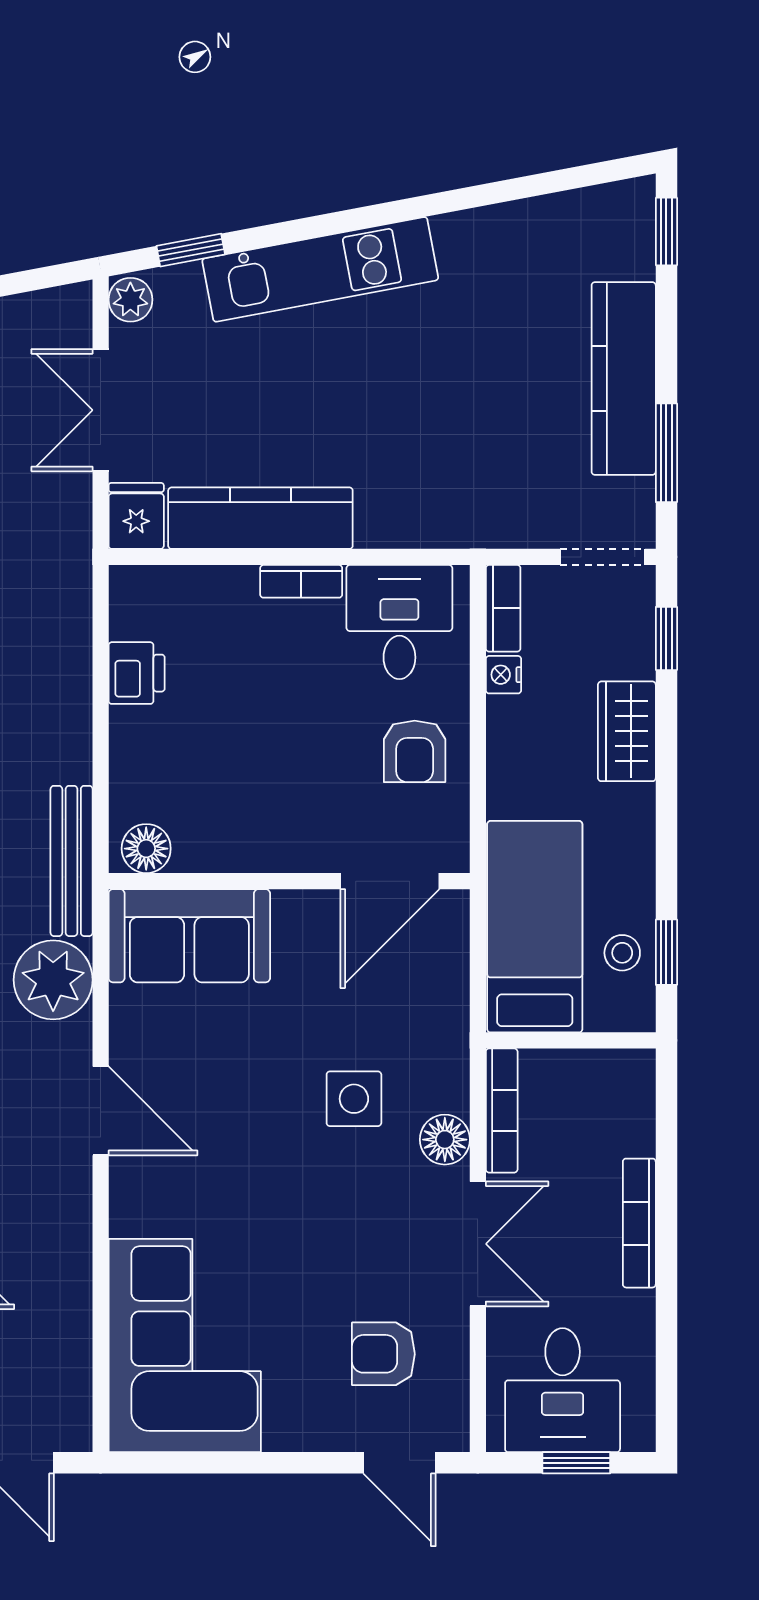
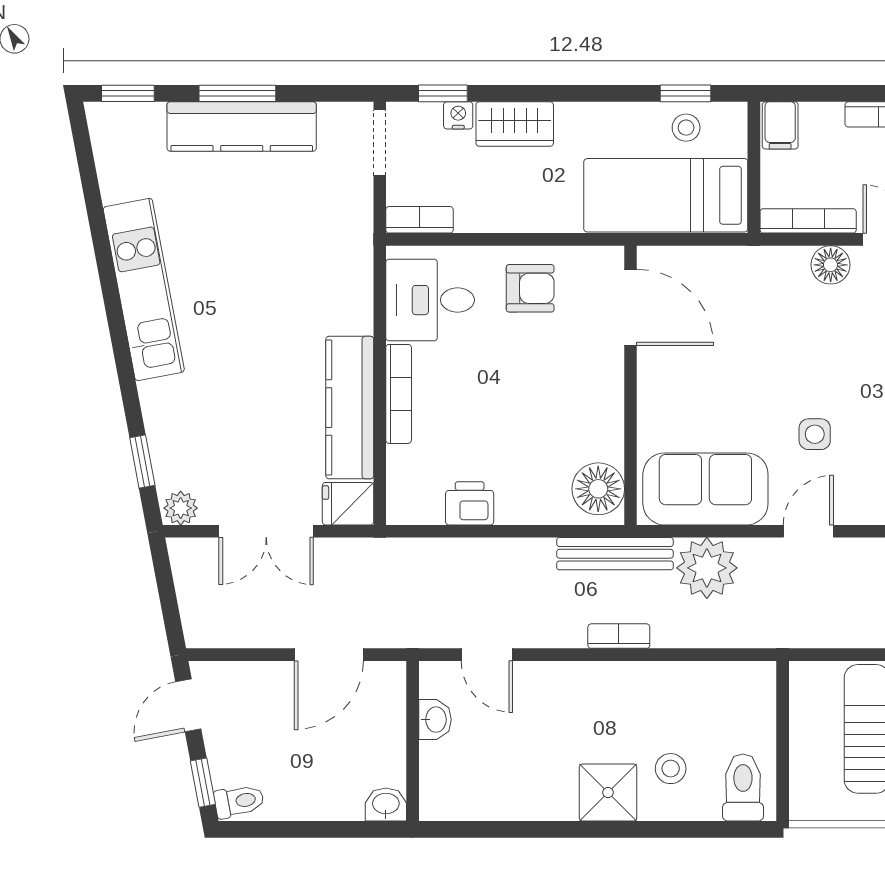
kitchen unit: (320, 269) -> (144, 289), moved
window: (666, 453) -> (237, 93), moved
bookcase: (301, 581) -> (399, 394), width x1.56
nightstand: (503, 675) -> (458, 115), moved, turned 180
floor lamp: (146, 849) -> (598, 489), width x1.38, depth x1.38
sofa: (189, 936) -> (705, 489), moved, turned -90
filing cabinet: (625, 1074) -> (780, 125), added
side table: (354, 1099) -> (815, 434), moved, width x0.73, depth x0.73
door: (101, 1111) -> (808, 531), width x0.73

